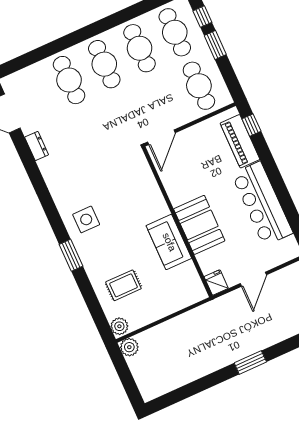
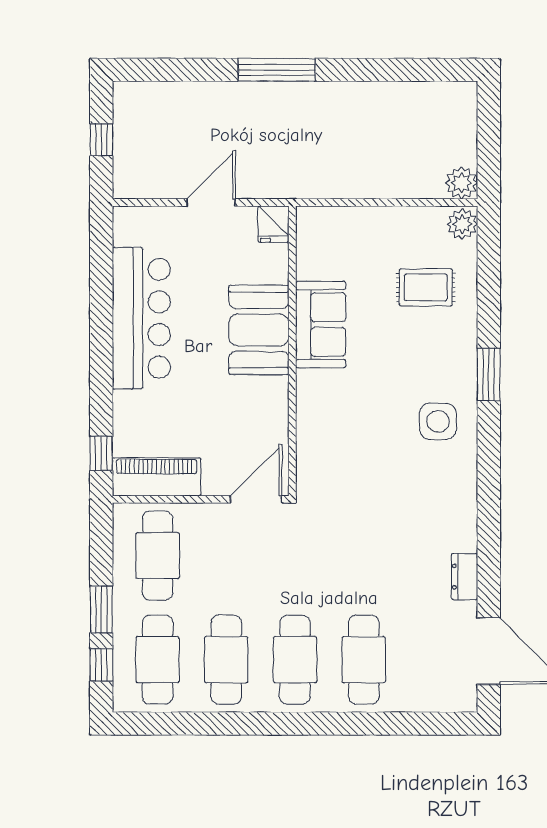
piano: (240, 141) -> (157, 477), moved, turned -90
window: (250, 362) -> (277, 70), width x1.44

